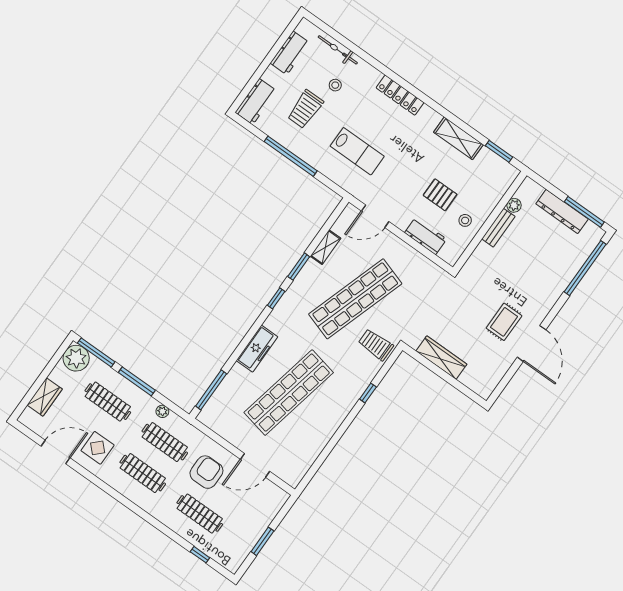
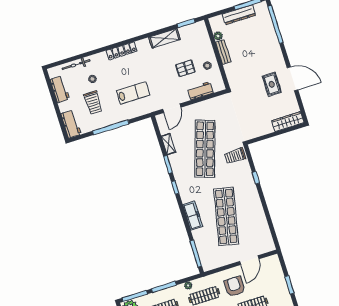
wardrobe: (441, 358) -> (288, 122), moved

